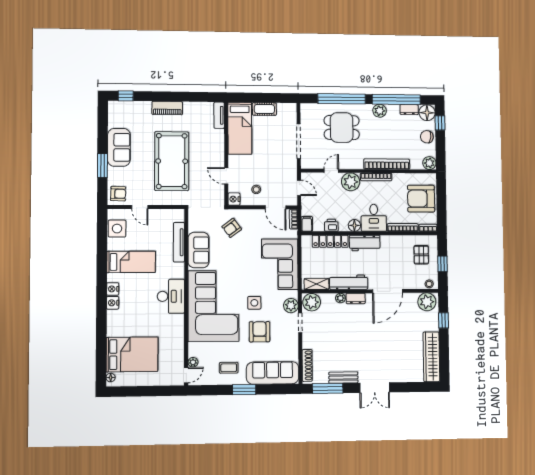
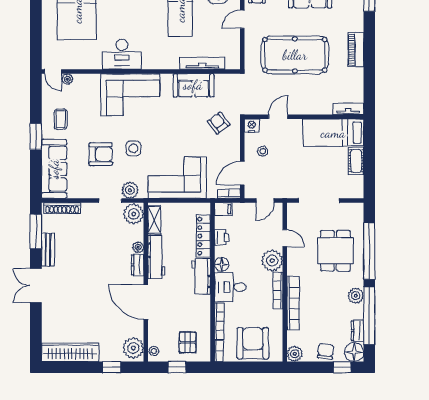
pallet: (421, 255) -> (188, 342), turned 90
desk: (171, 296) -> (122, 54), moved
corner sofa: (213, 306) -> (130, 95), width x0.73, depth x0.74

